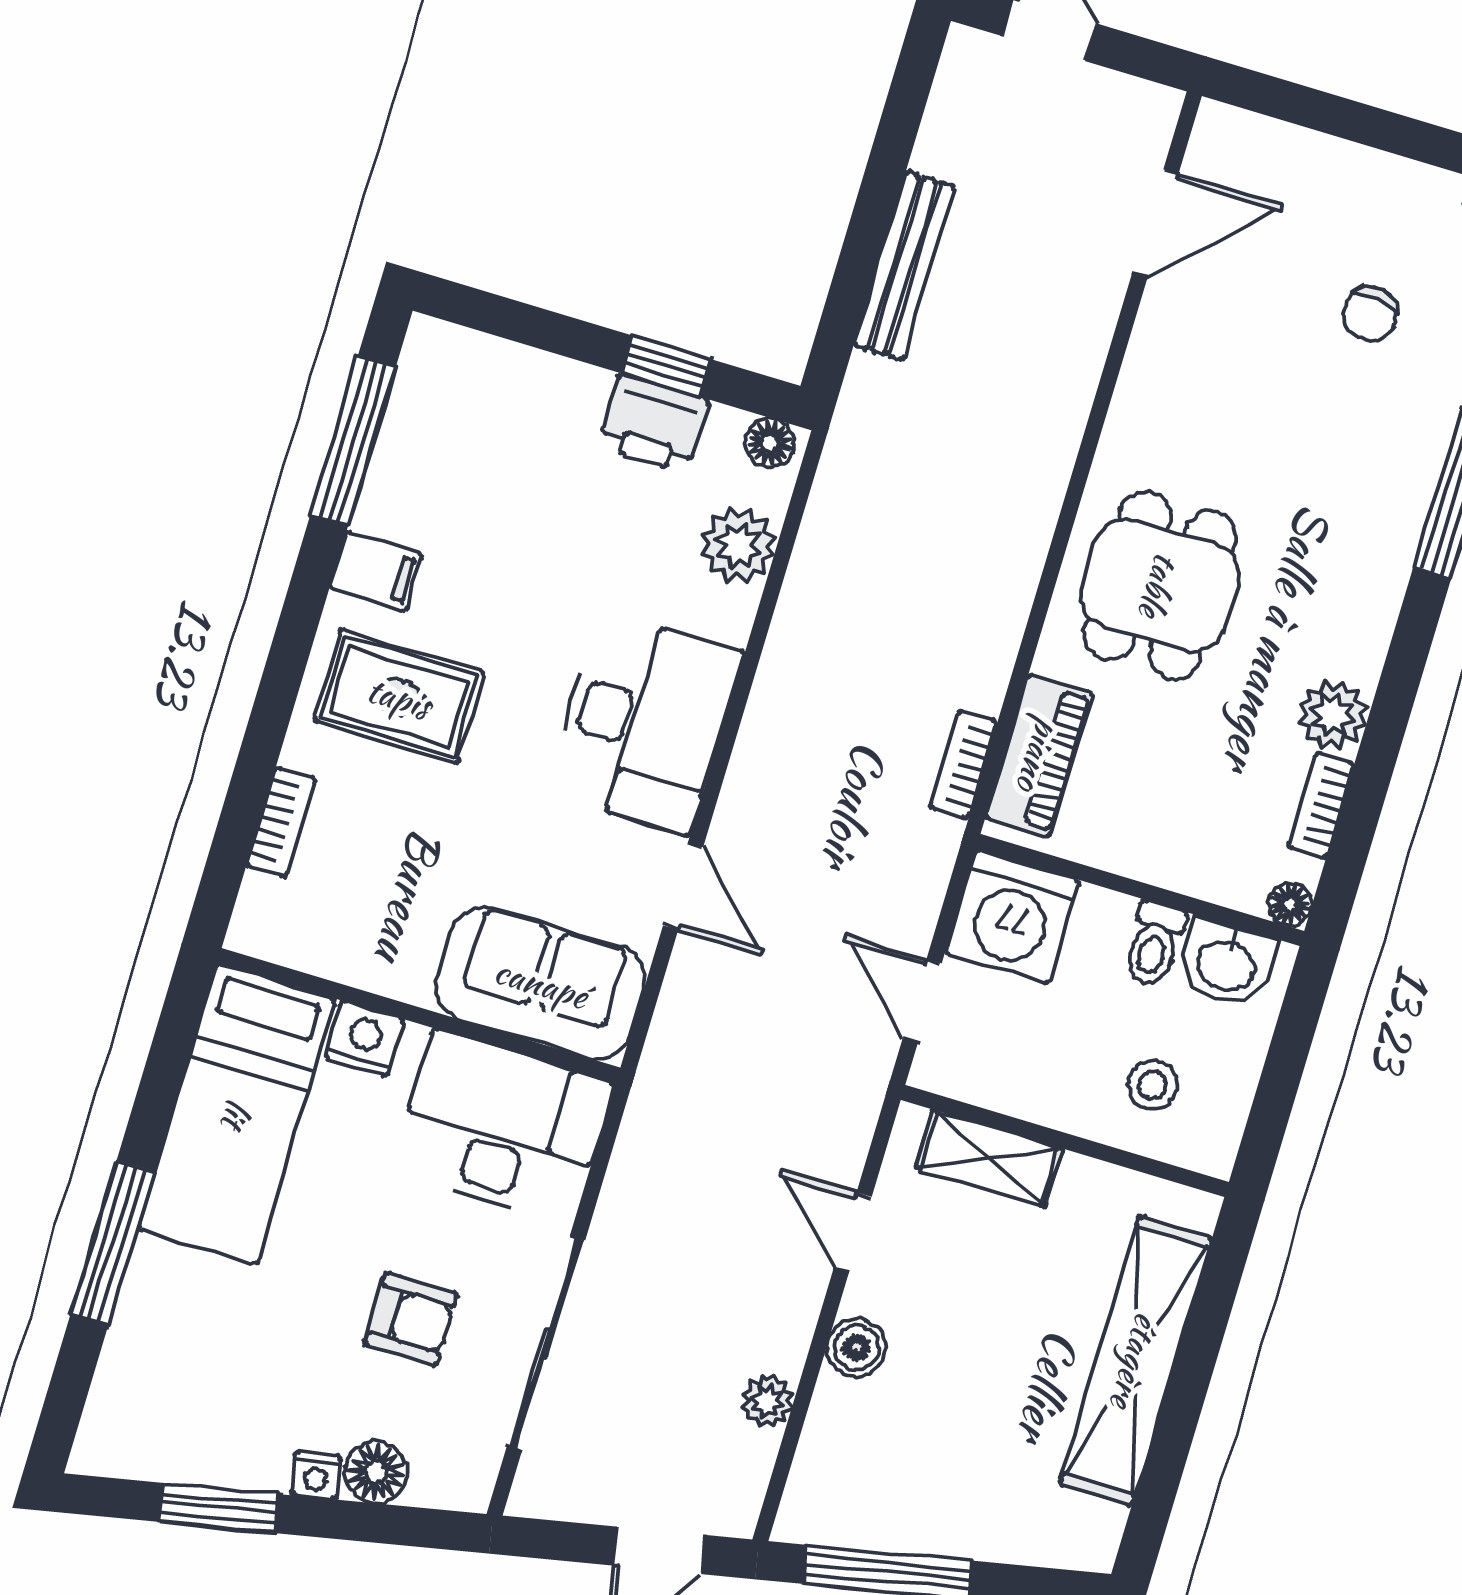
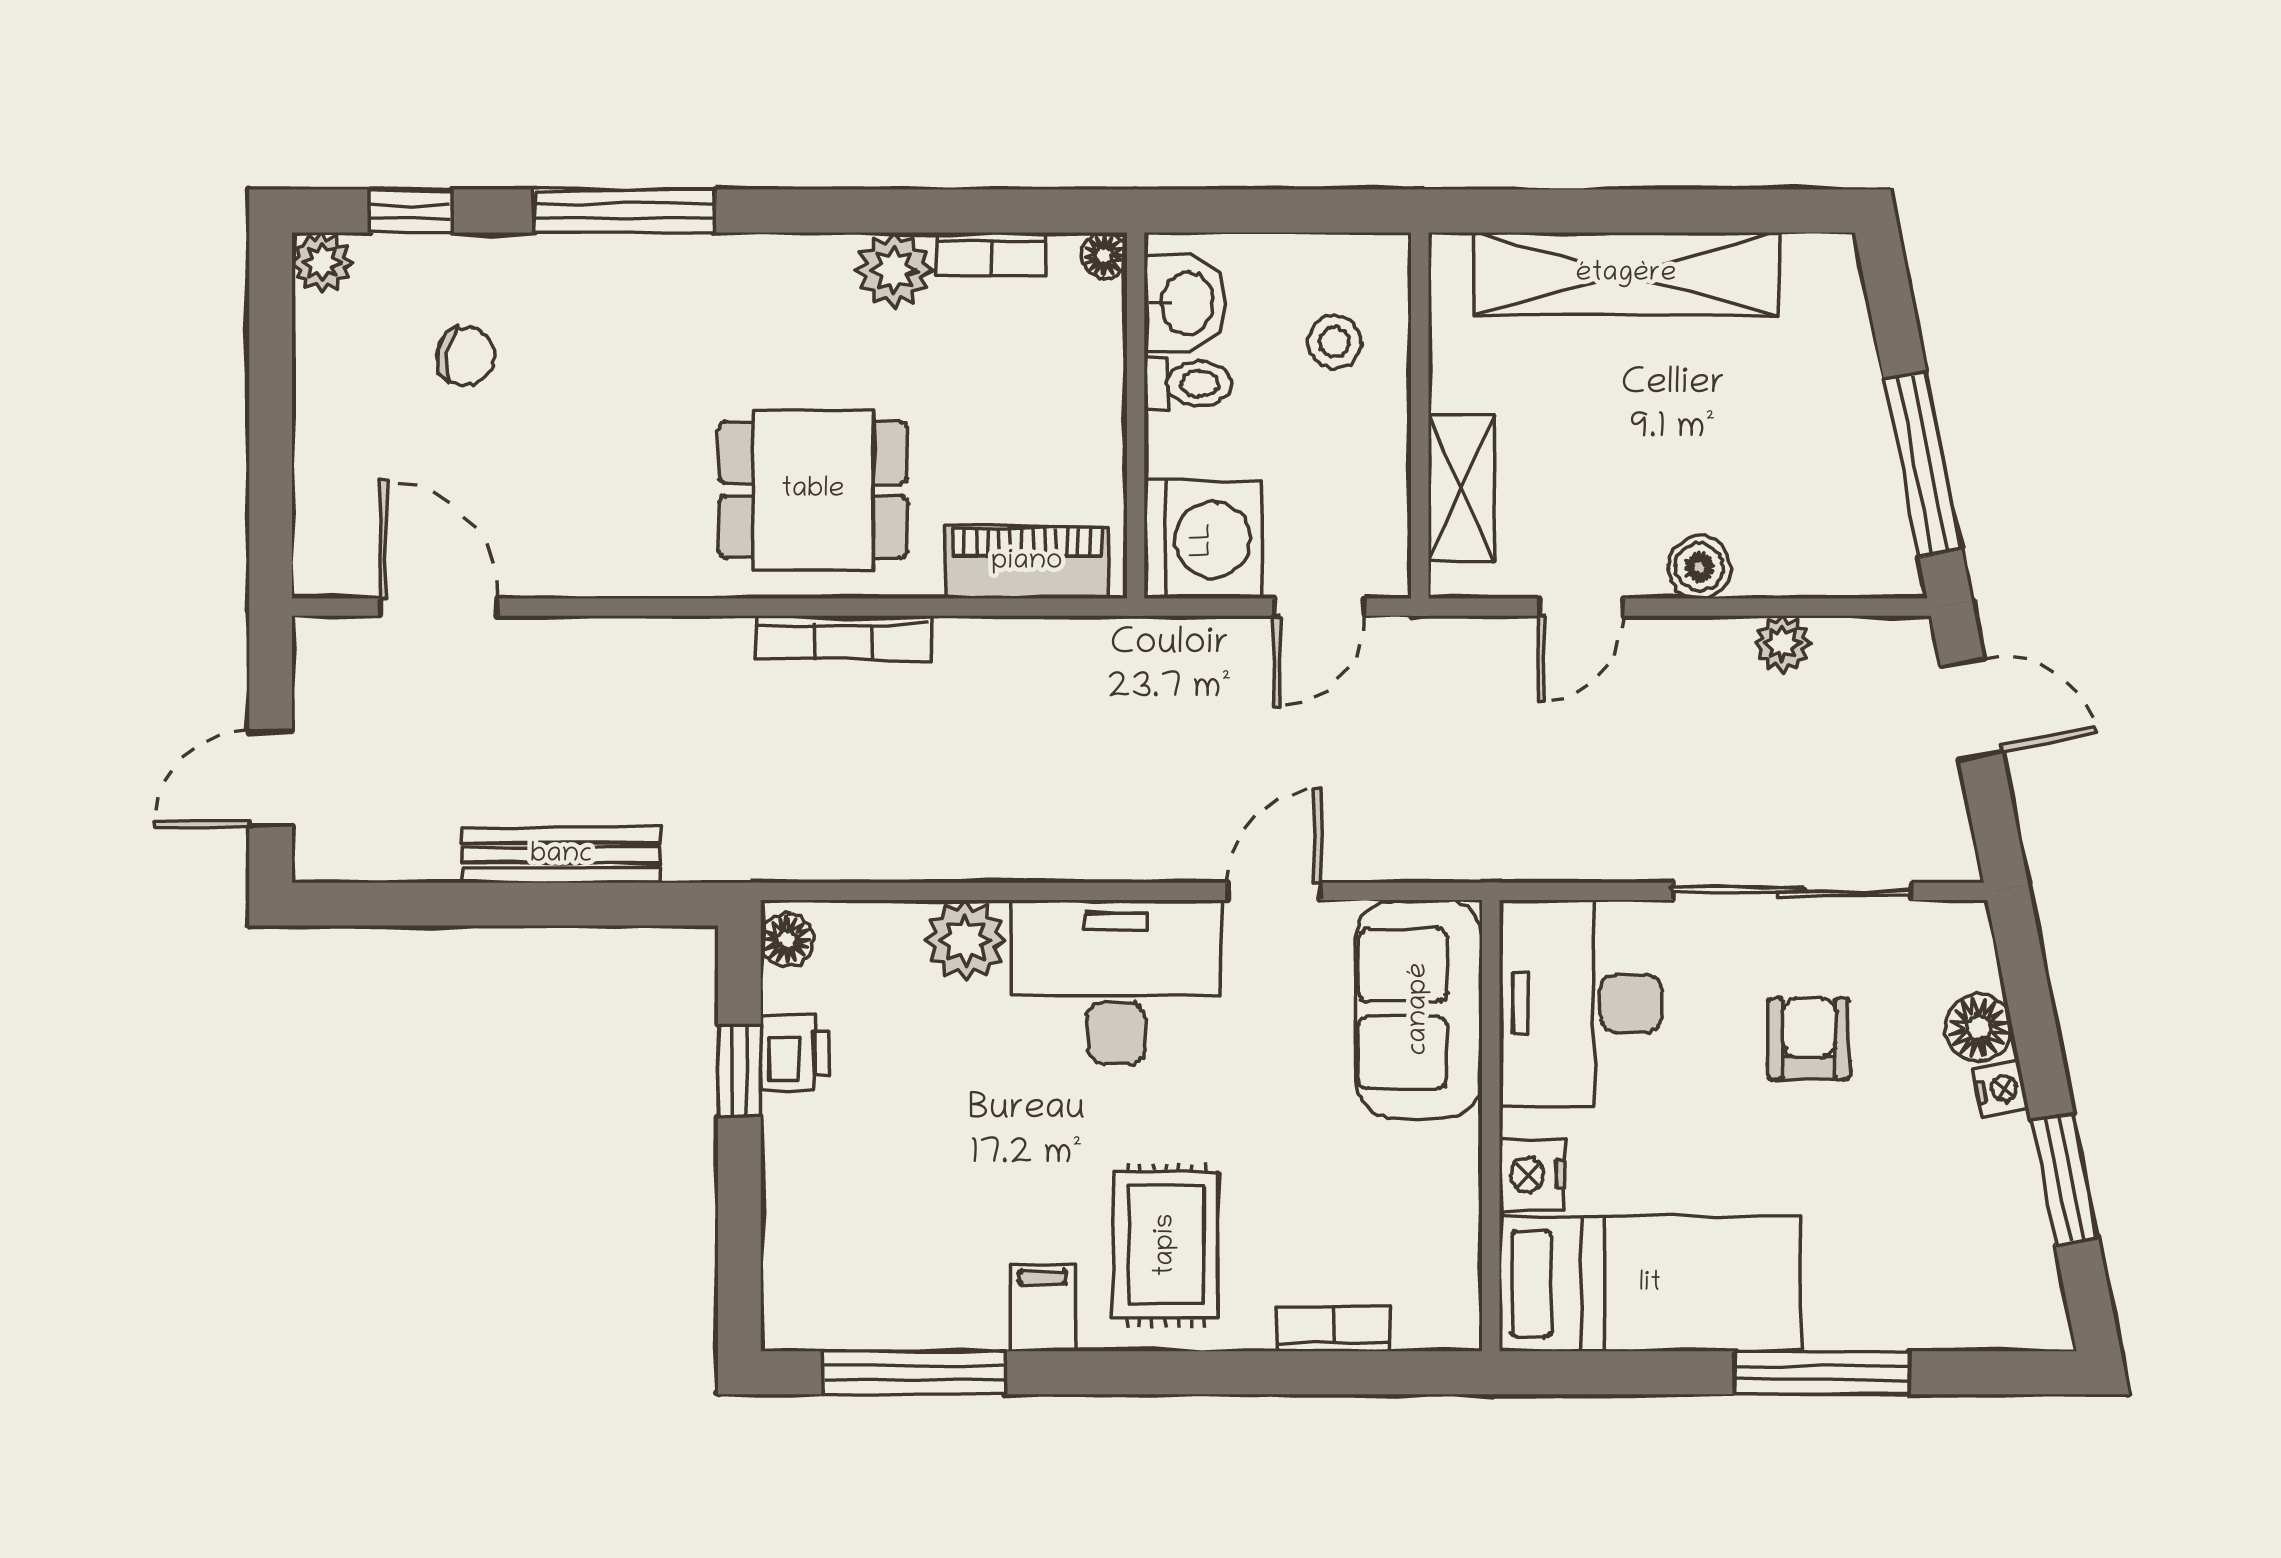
printer: (653, 424) -> (795, 1053), width x0.73, depth x0.81
plant: (738, 545) -> (966, 940), moved
bookcase: (964, 765) -> (843, 638), moved, width x1.56

